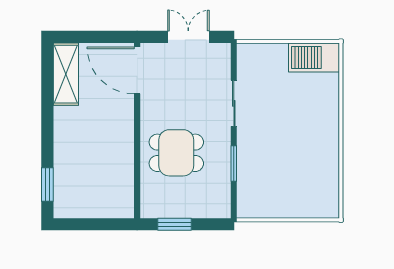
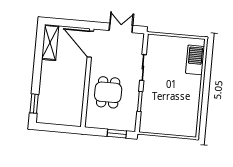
barbecue: (314, 57) -> (195, 60), moved, turned 90
dining table: (176, 153) -> (108, 92), turned 90
window: (175, 224) -> (117, 134), moved

